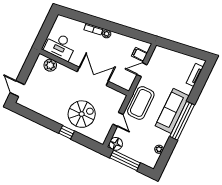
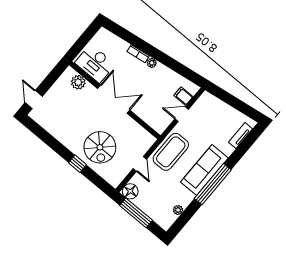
double door: (93, 76) -> (114, 99), moved
spiral stairs: (82, 114) -> (100, 147), turned 90

